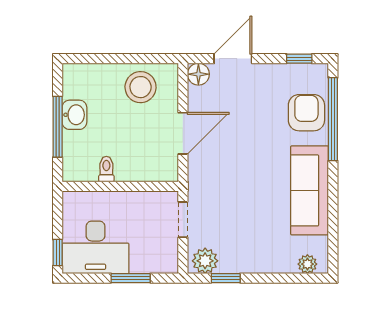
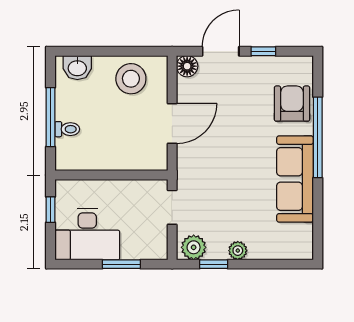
window: (299, 59) -> (263, 51), moved
washbasin: (74, 115) -> (77, 68), moved, turned 90
window: (333, 119) -> (318, 137), moved
toilet: (106, 169) -> (67, 129), moved, turned 90
window: (58, 253) -> (50, 210), moved
plant: (307, 264) -> (238, 251), moved

